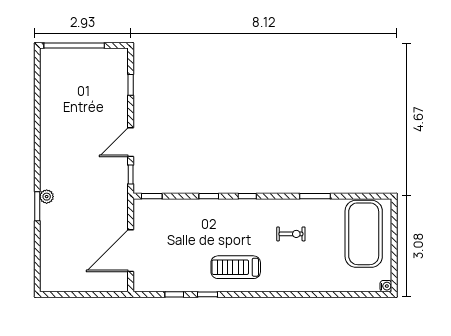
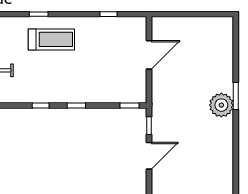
plant: (47, 197) -> (221, 105), width x1.88, depth x1.88
door: (131, 251) -> (149, 55), width x0.73
window: (208, 294) -> (39, 14), moved

